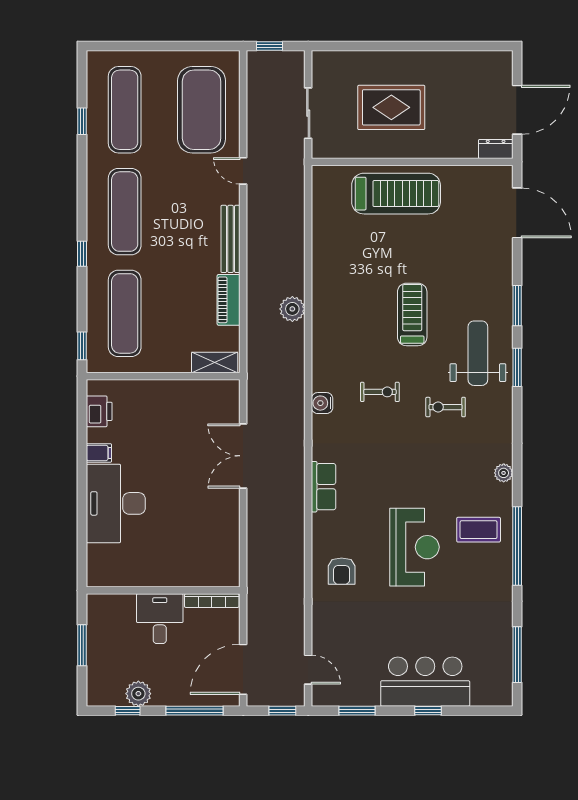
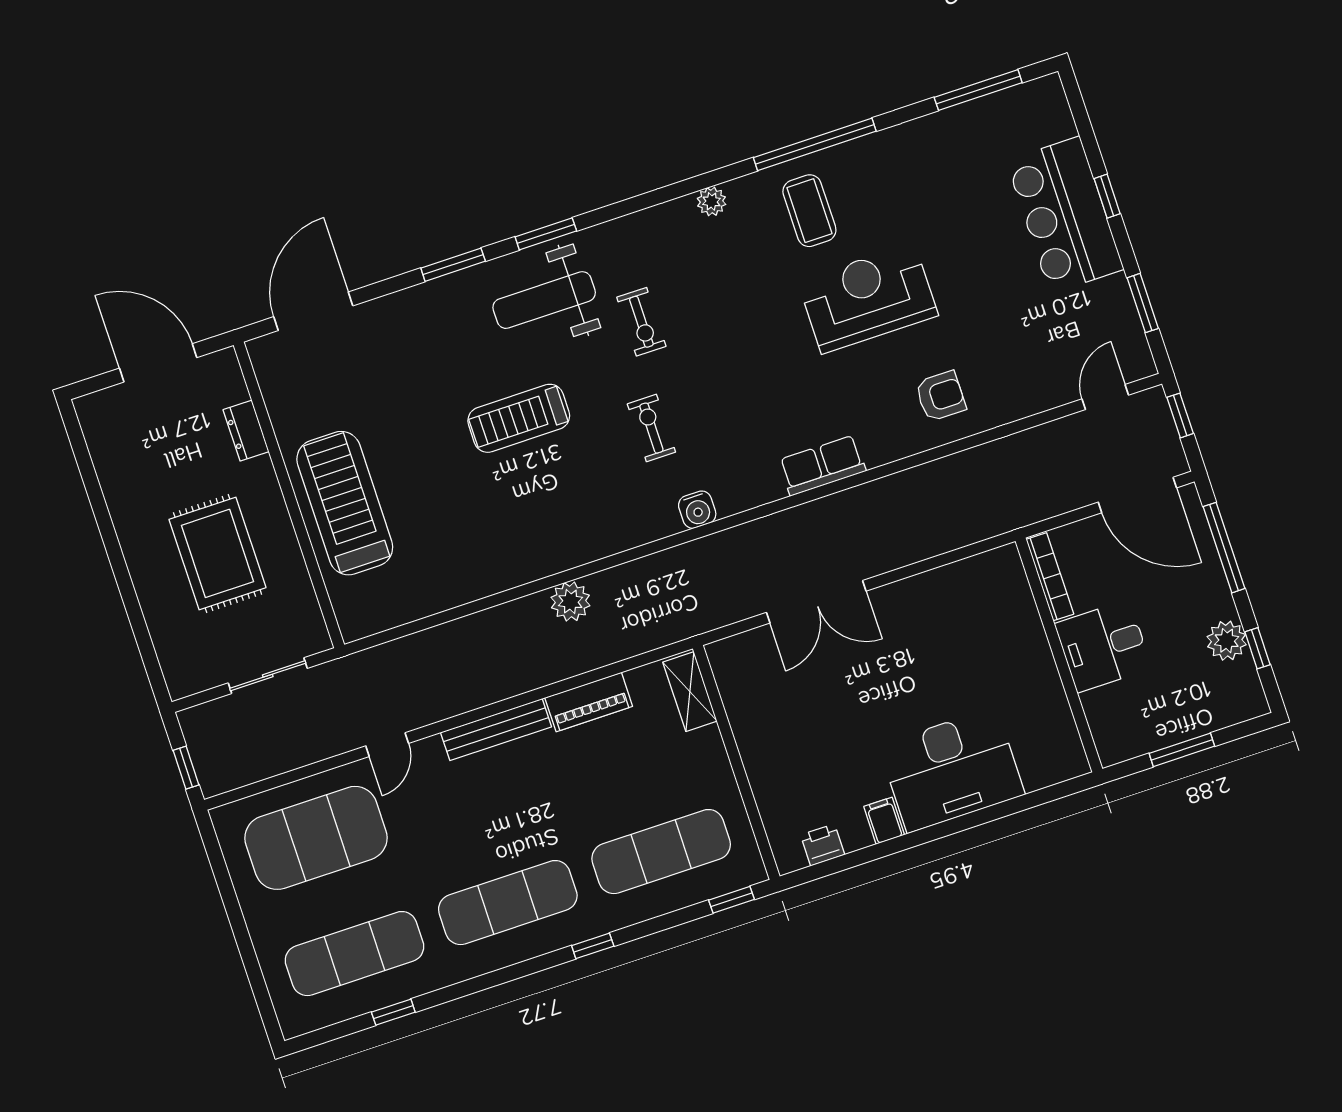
dresser: (496, 149) -> (246, 431), moved
printer: (99, 411) -> (823, 845), width x0.73, depth x0.81

